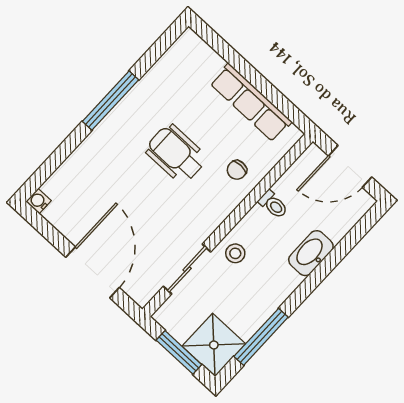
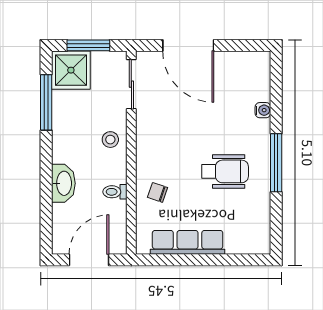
wheelchair: (176, 154) -> (225, 171), moved
chair: (237, 170) -> (157, 192), turned -71
water cooler: (39, 201) -> (263, 110), moved
sliding door: (187, 269) -> (131, 84), moved

